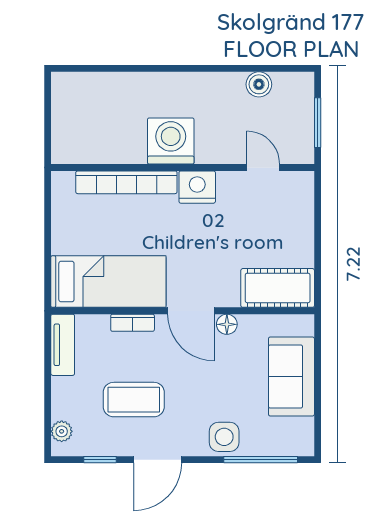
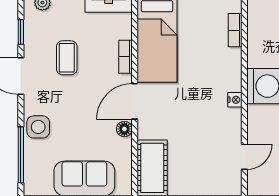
bookcase: (126, 182) -> (235, 30), width x0.43, depth x0.76
nightstand: (197, 187) -> (235, 100), width x0.53, depth x0.56
coffee table: (134, 400) -> (67, 58), width x0.73, depth x0.77

